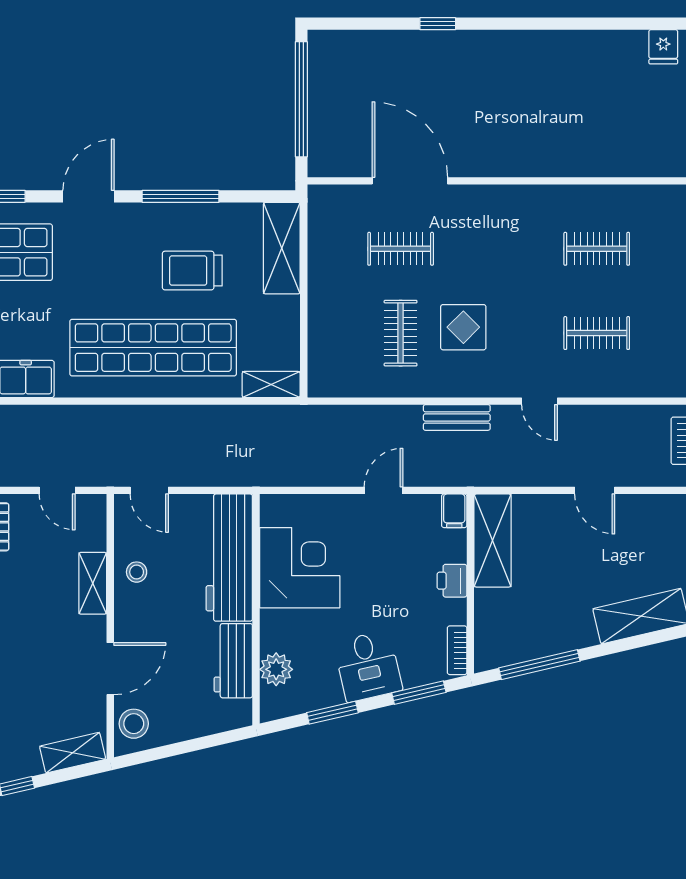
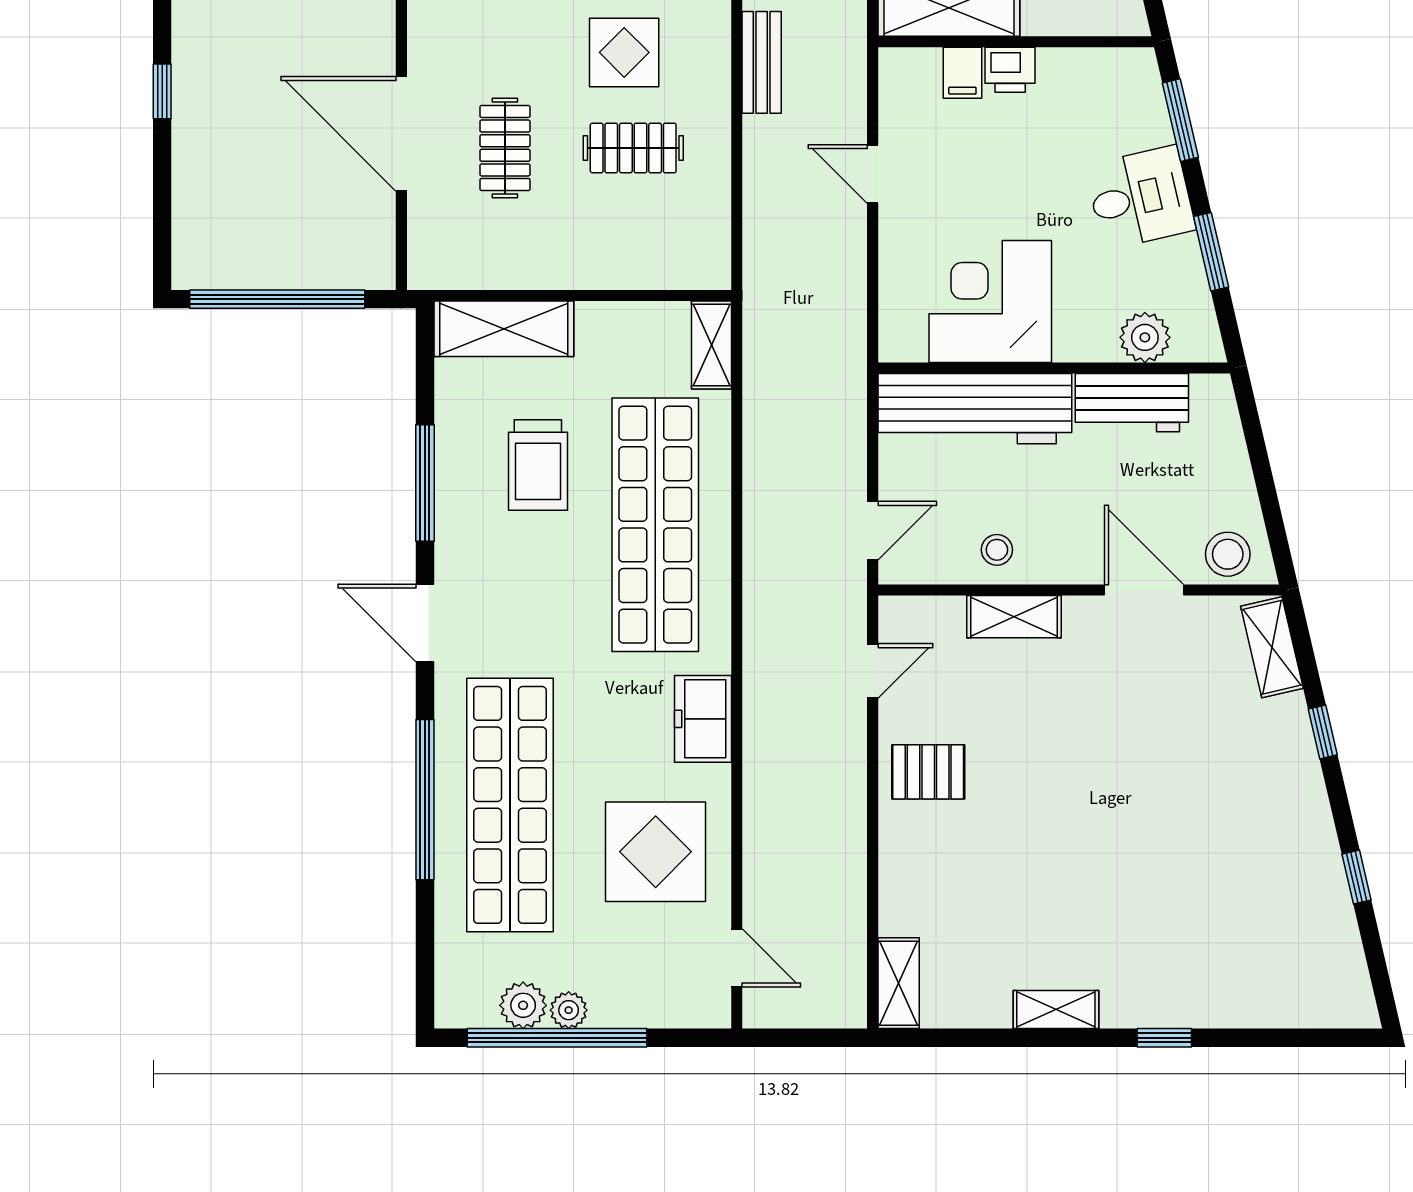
door: (410, 181) -> (401, 134), hinge flipped
filing cabinet: (454, 511) -> (962, 73), moved, turned 90
bookcase: (457, 650) -> (1116, 62), removed

